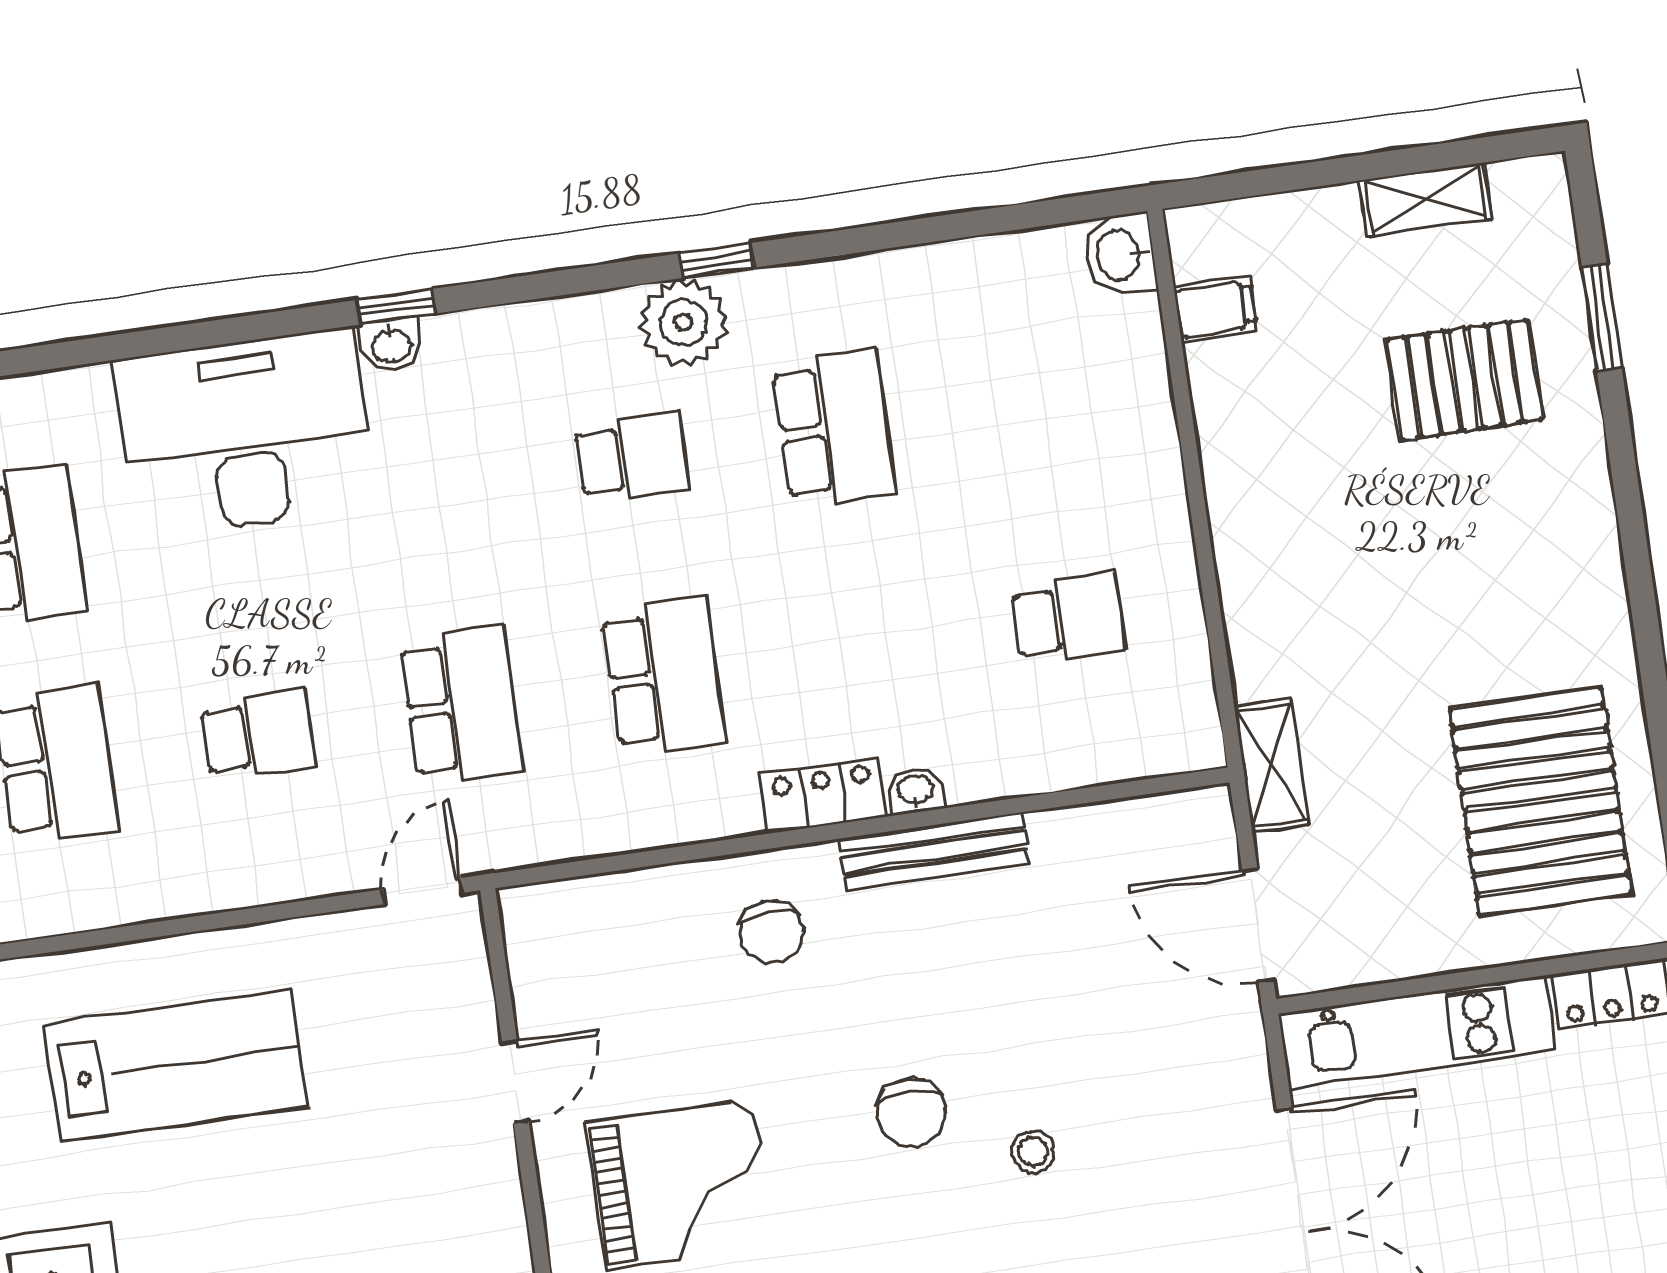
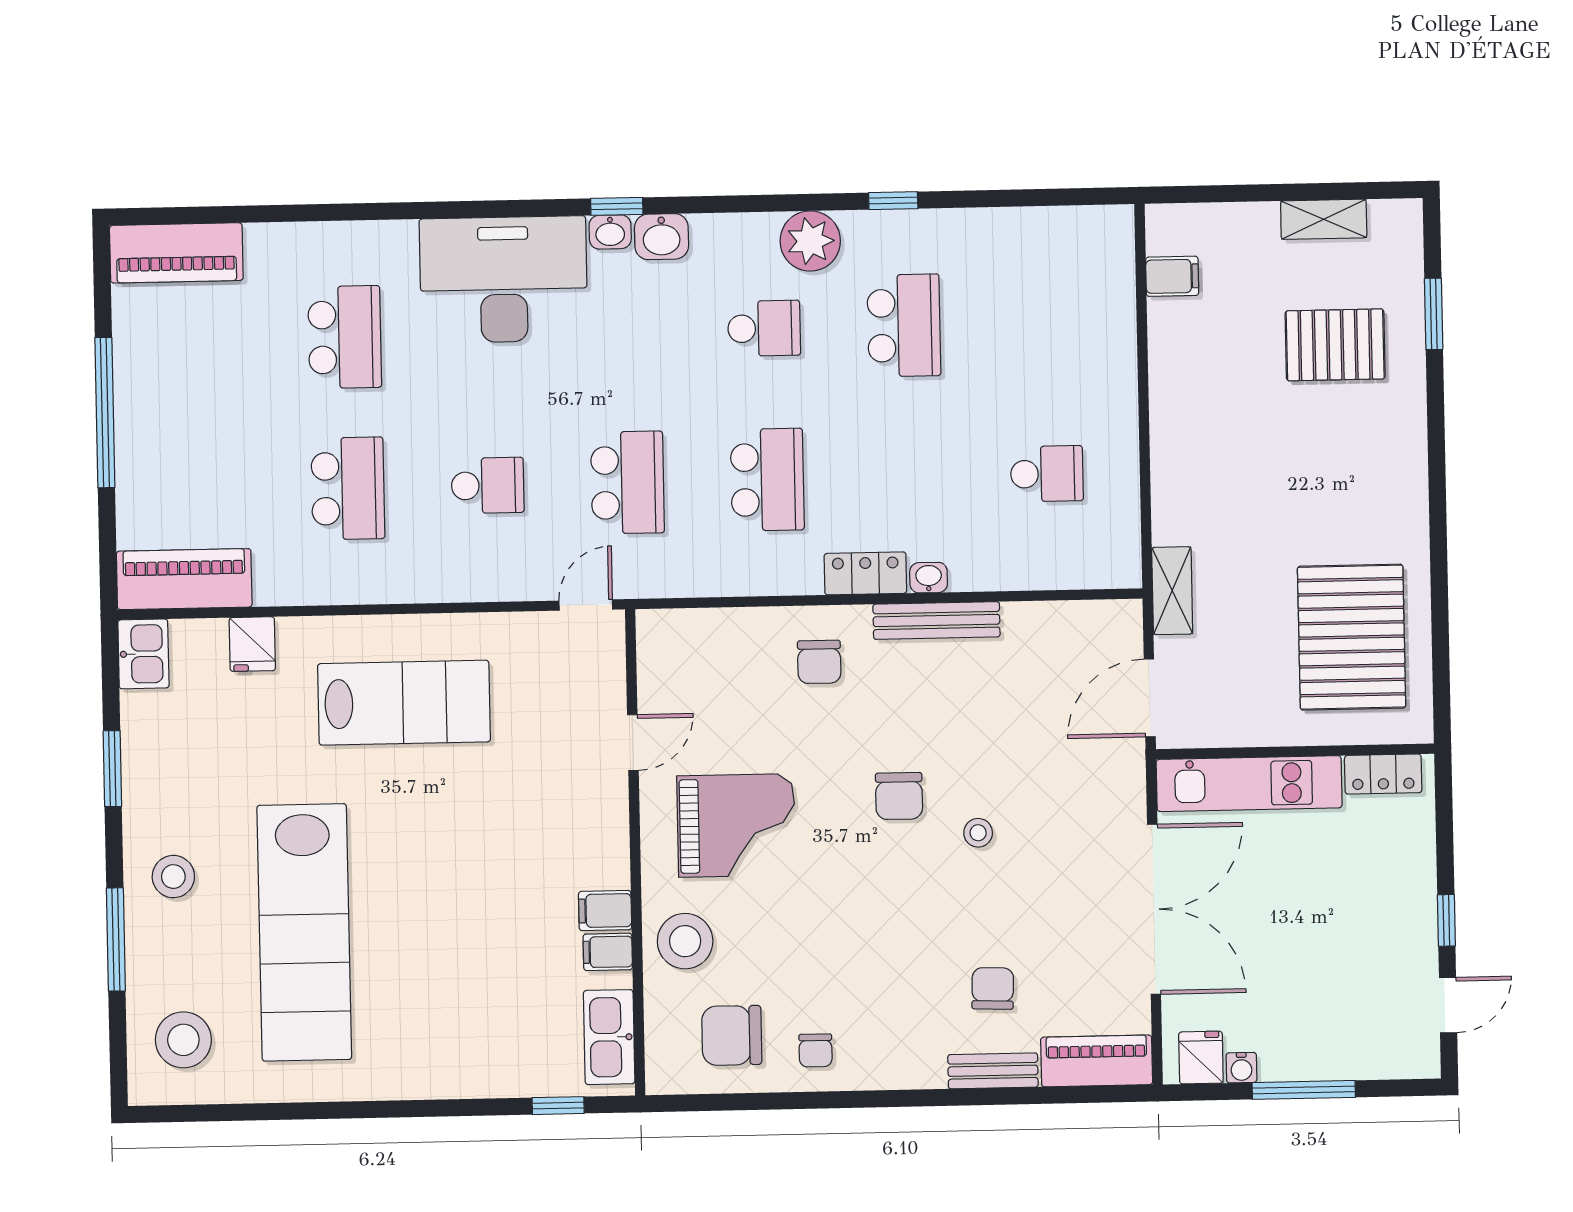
washbasin: (1120, 255) -> (662, 237), moved, turned -90
window: (717, 260) -> (893, 201), moved
door: (1258, 926) -> (1150, 698), hinge flipped

